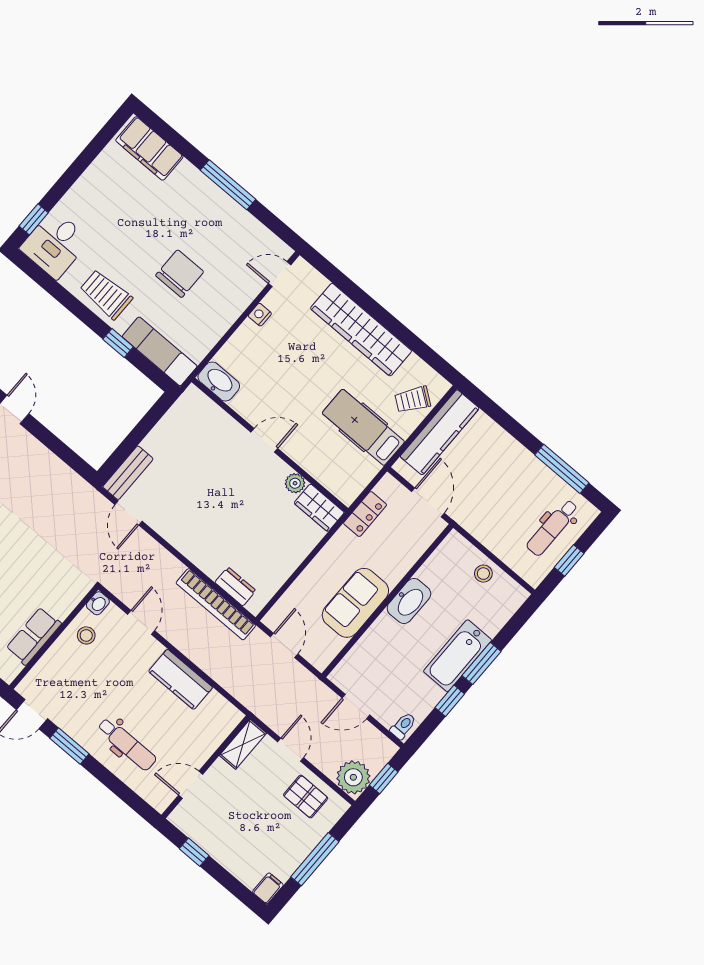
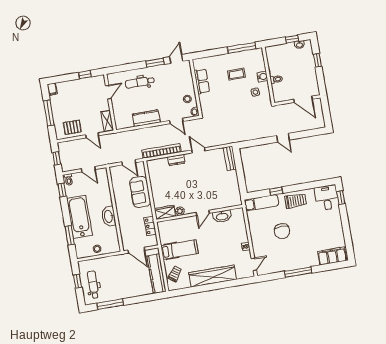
washbasin: (219, 381) -> (222, 216), moved
door: (128, 513) -> (198, 150), moved
dresser: (235, 586) -> (176, 160), moved
sofa: (355, 603) -> (140, 192), moved, turned 180
bathtub: (458, 656) -> (79, 217), width x1.36, depth x1.36
window: (482, 663) -> (70, 235), moved
window: (450, 701) -> (62, 190), moved
door: (356, 706) -> (88, 169), swing flipped
plant: (353, 777) -> (65, 149), removed

